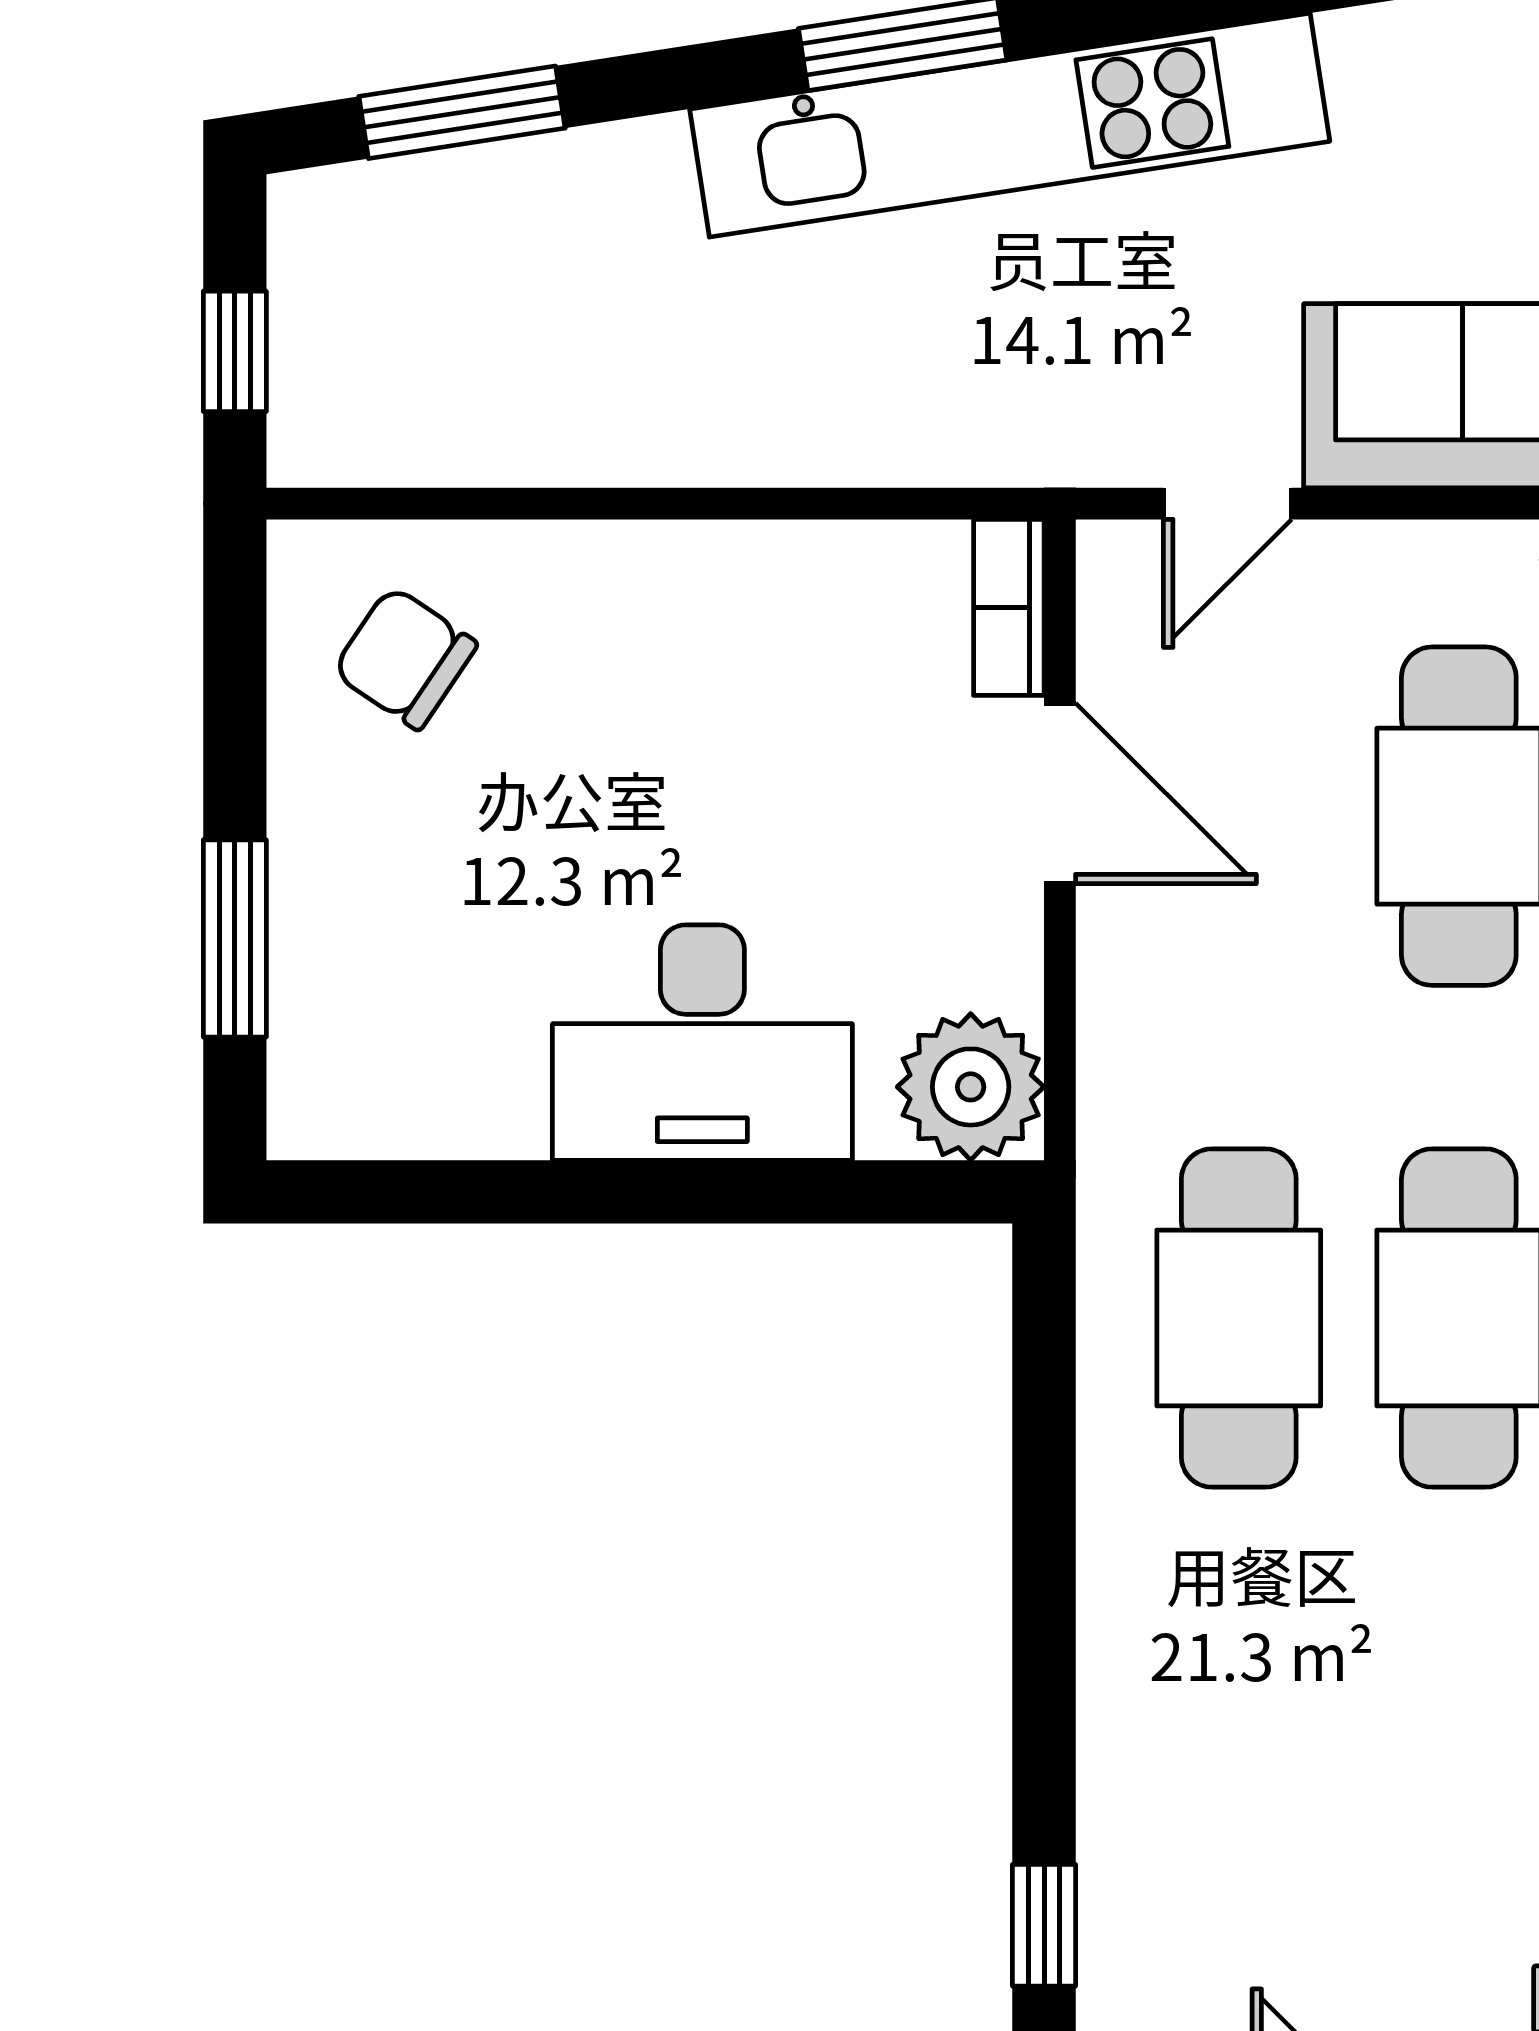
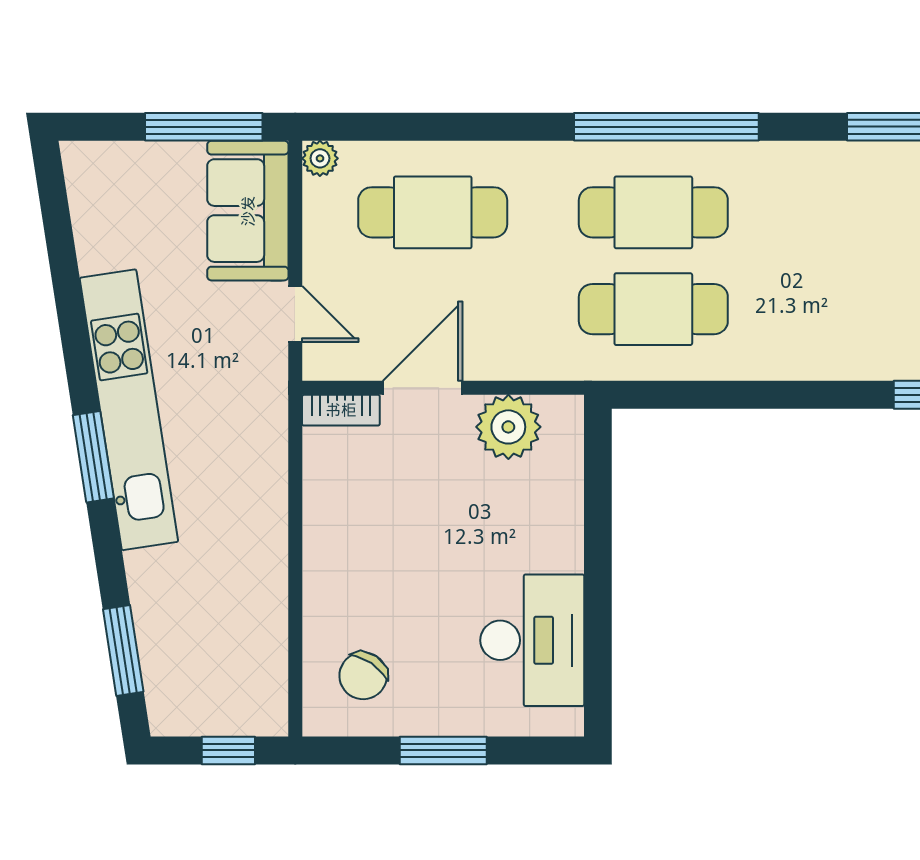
window: (235, 938) -> (443, 750), moved
desk: (702, 1043) -> (532, 640), moved
plant: (971, 1087) -> (508, 427), moved

